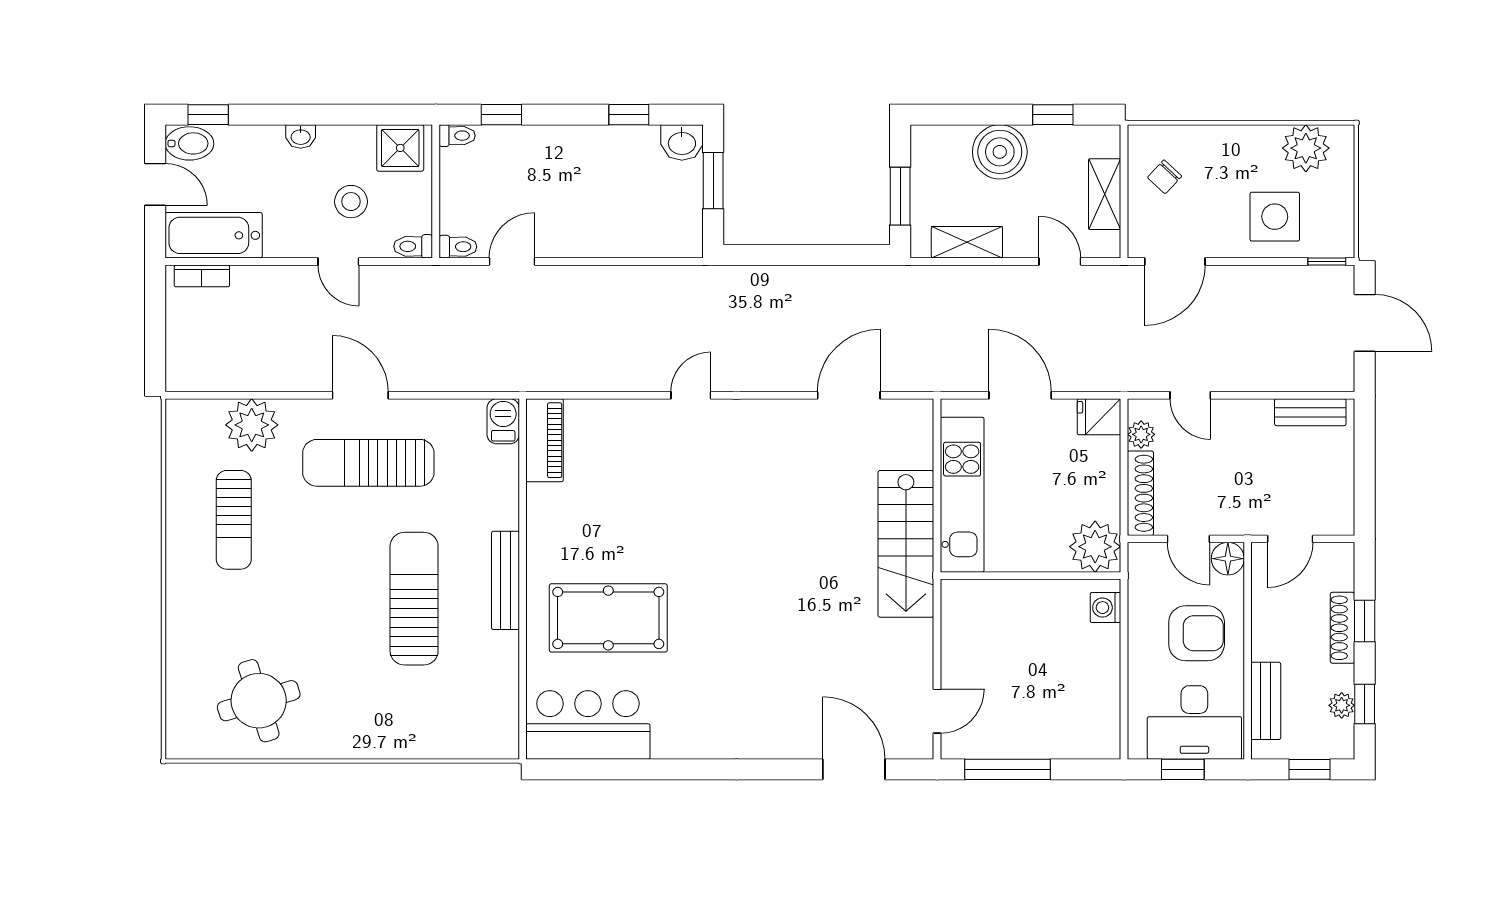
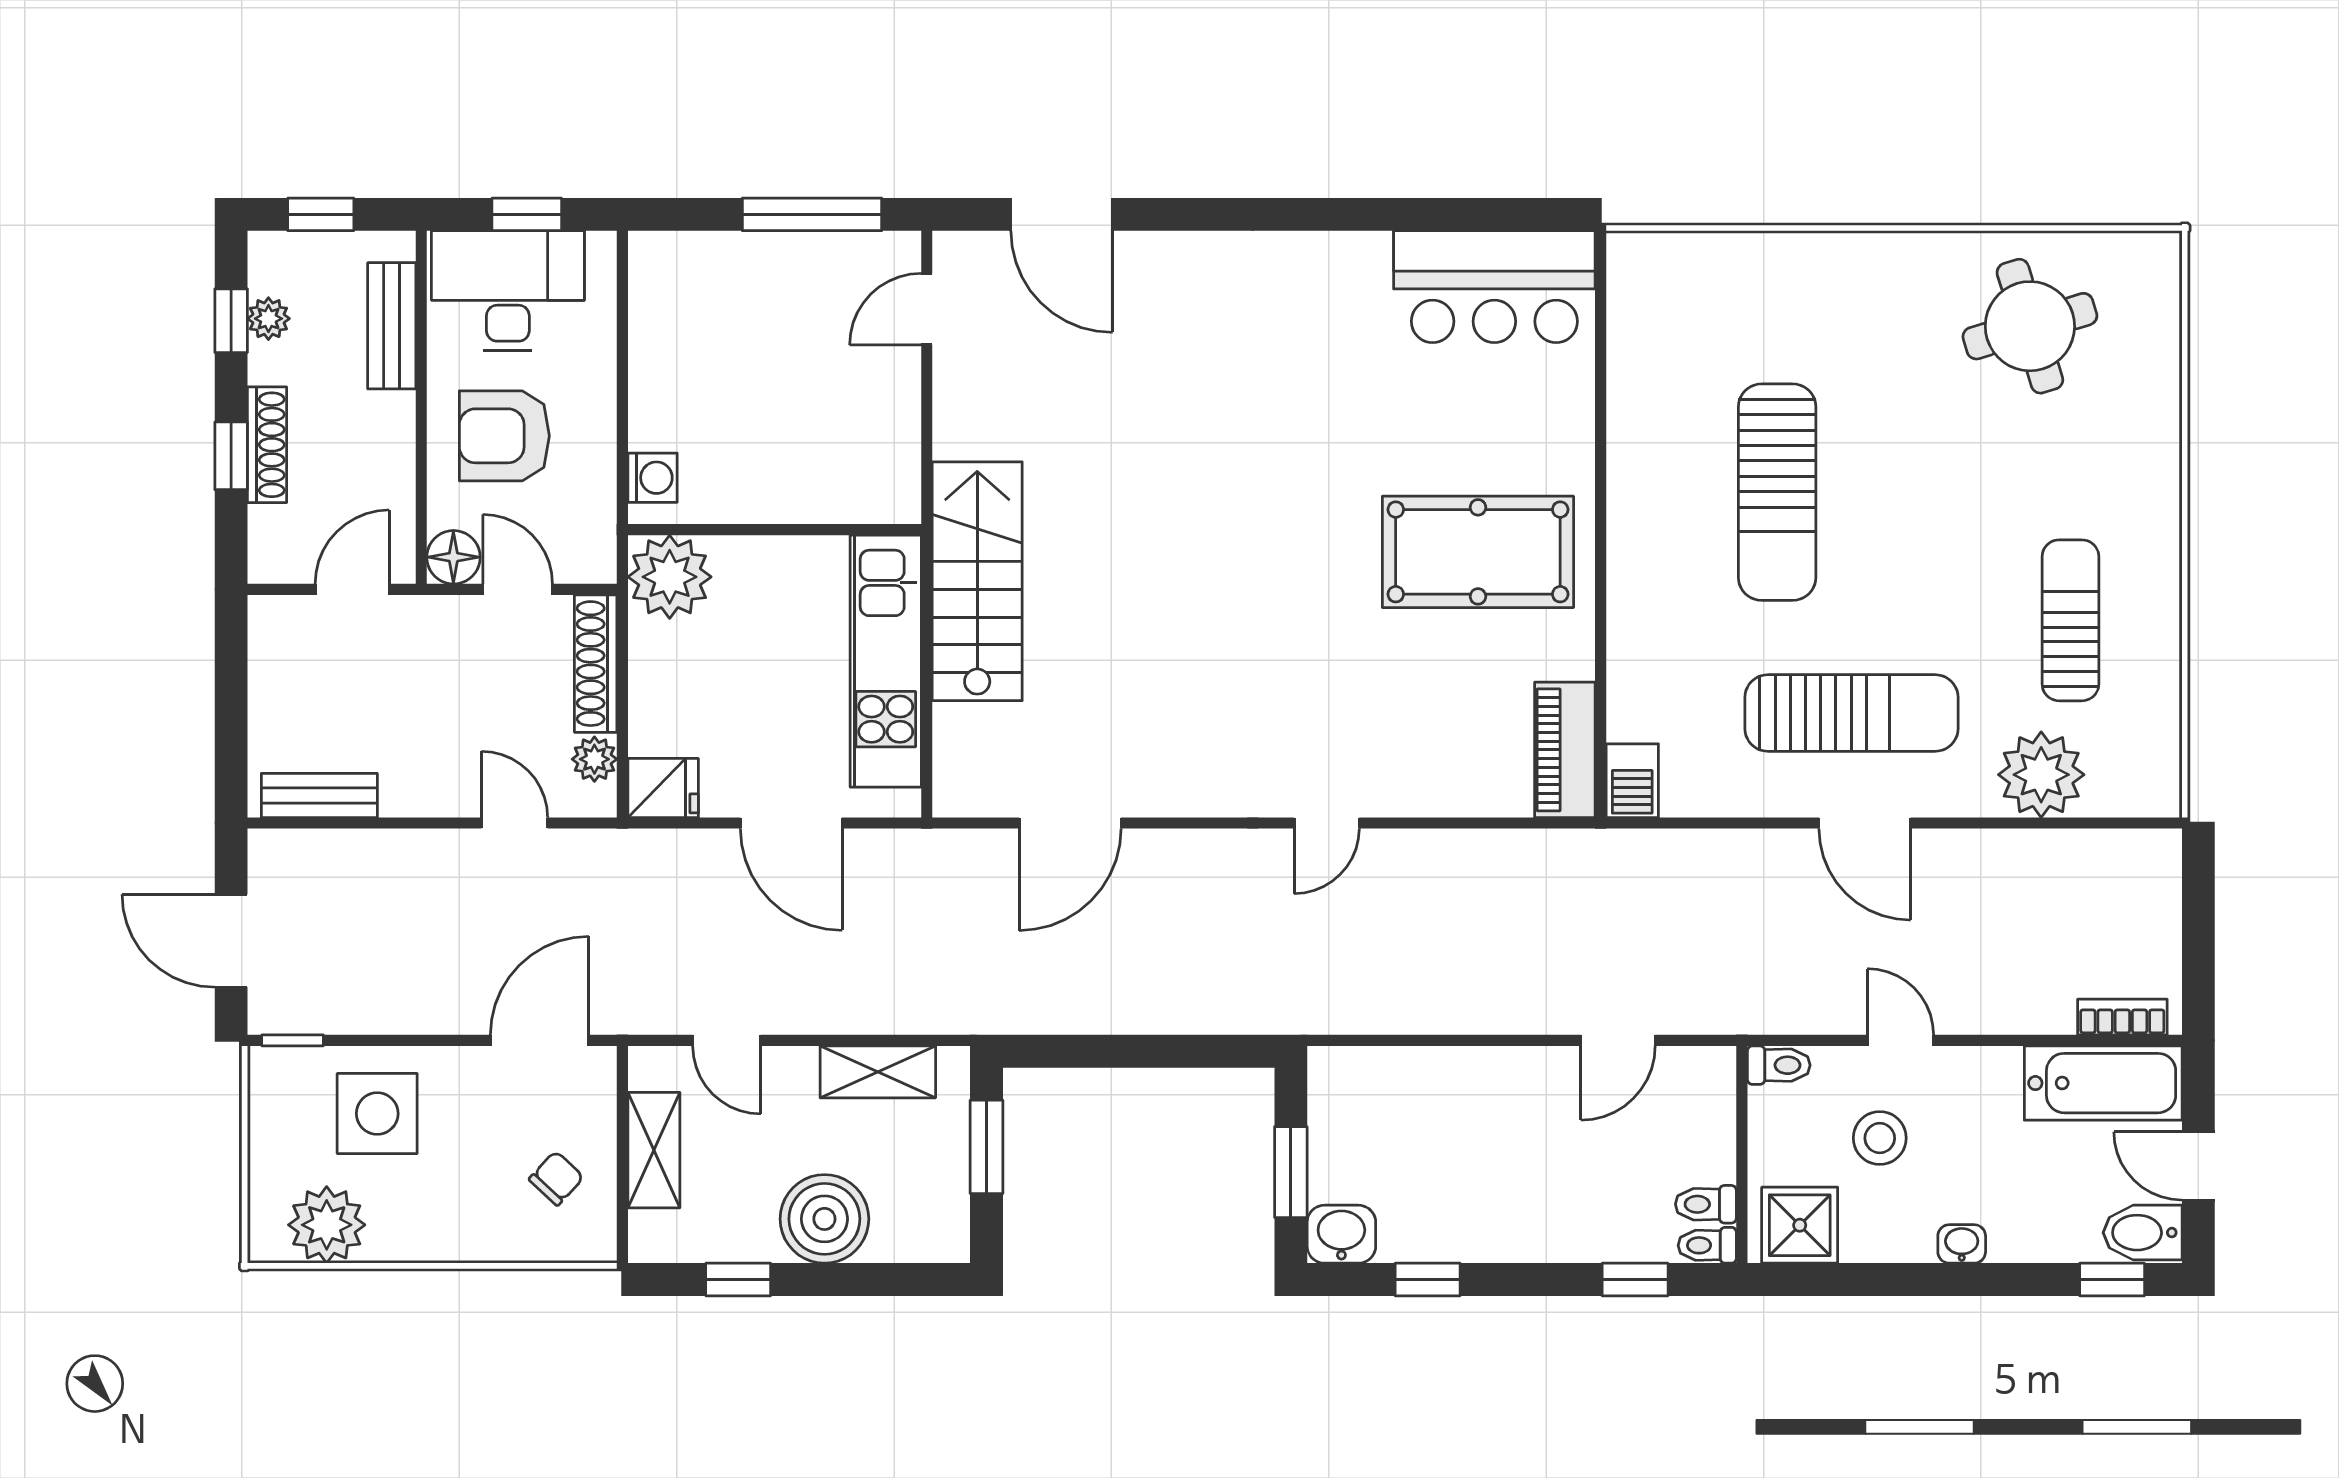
toilet: (458, 247) -> (1706, 1204), moved
bench: (505, 580) -> (1628, 522), removed
pool table: (608, 618) -> (1478, 552), moved

